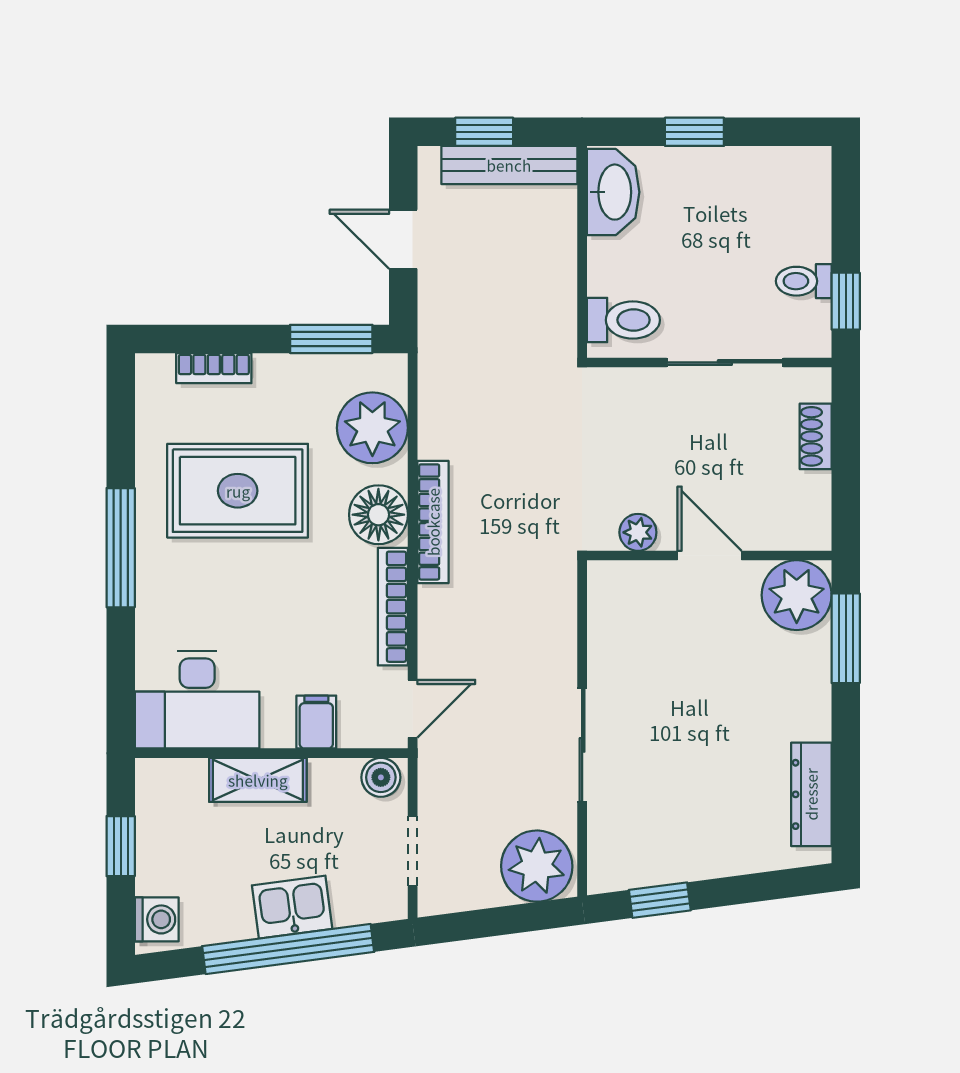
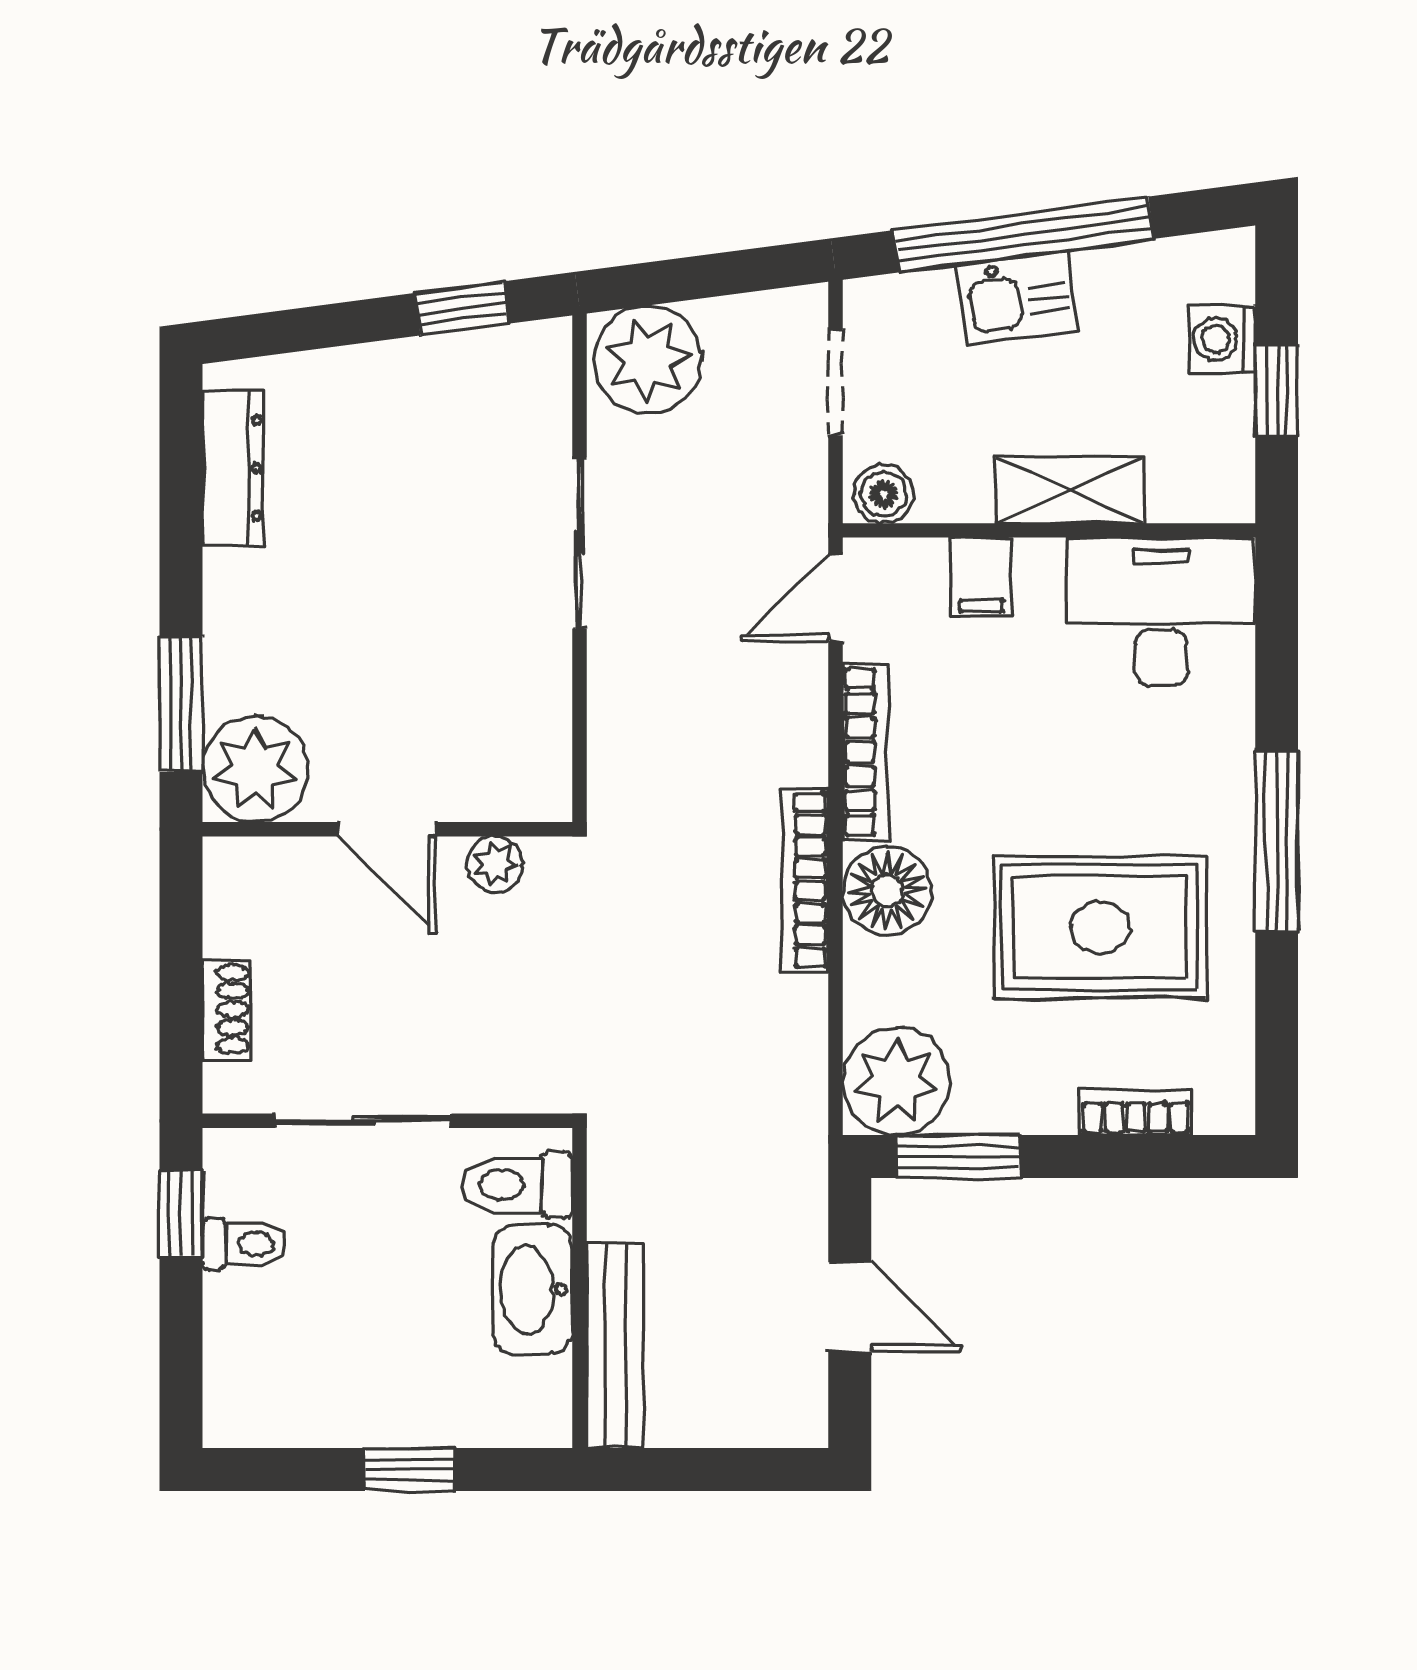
window: (484, 132) -> (727, 1469), removed
bench: (509, 165) -> (615, 1345), moved, turned 90
washbasin: (613, 192) -> (532, 1290), moved
plant: (372, 428) -> (896, 1082), moved
washing machine: (157, 919) -> (1222, 339), moved

